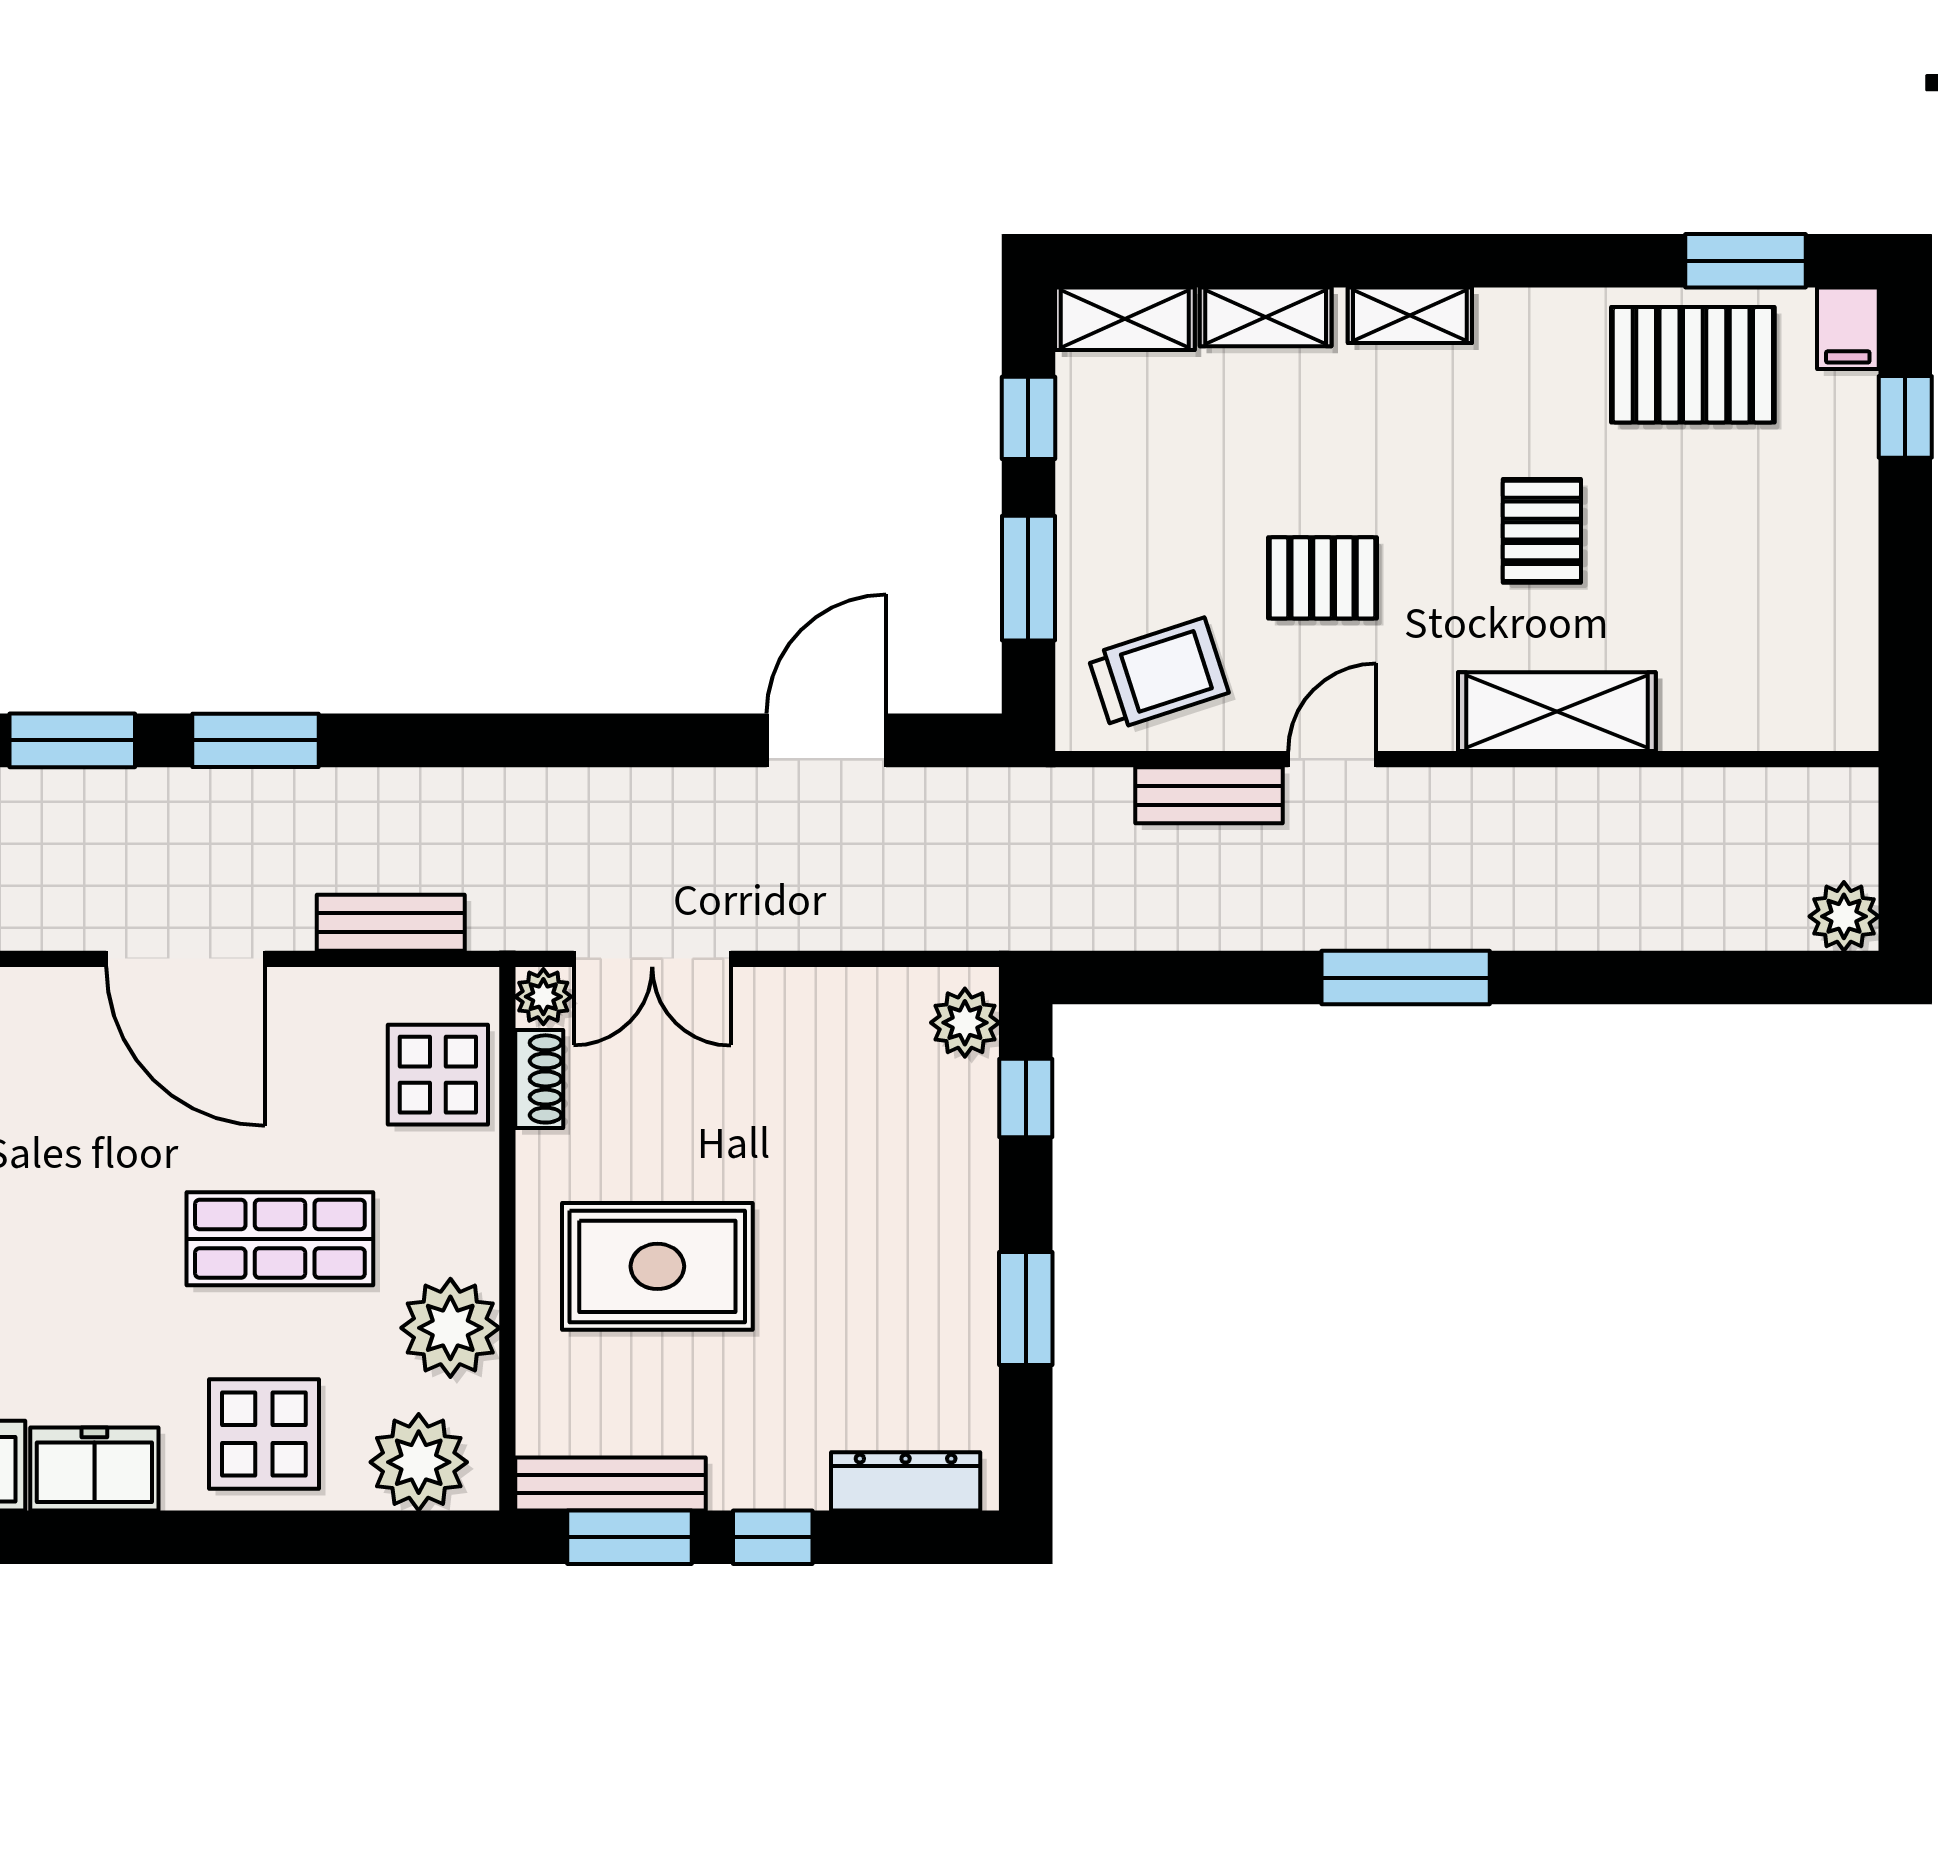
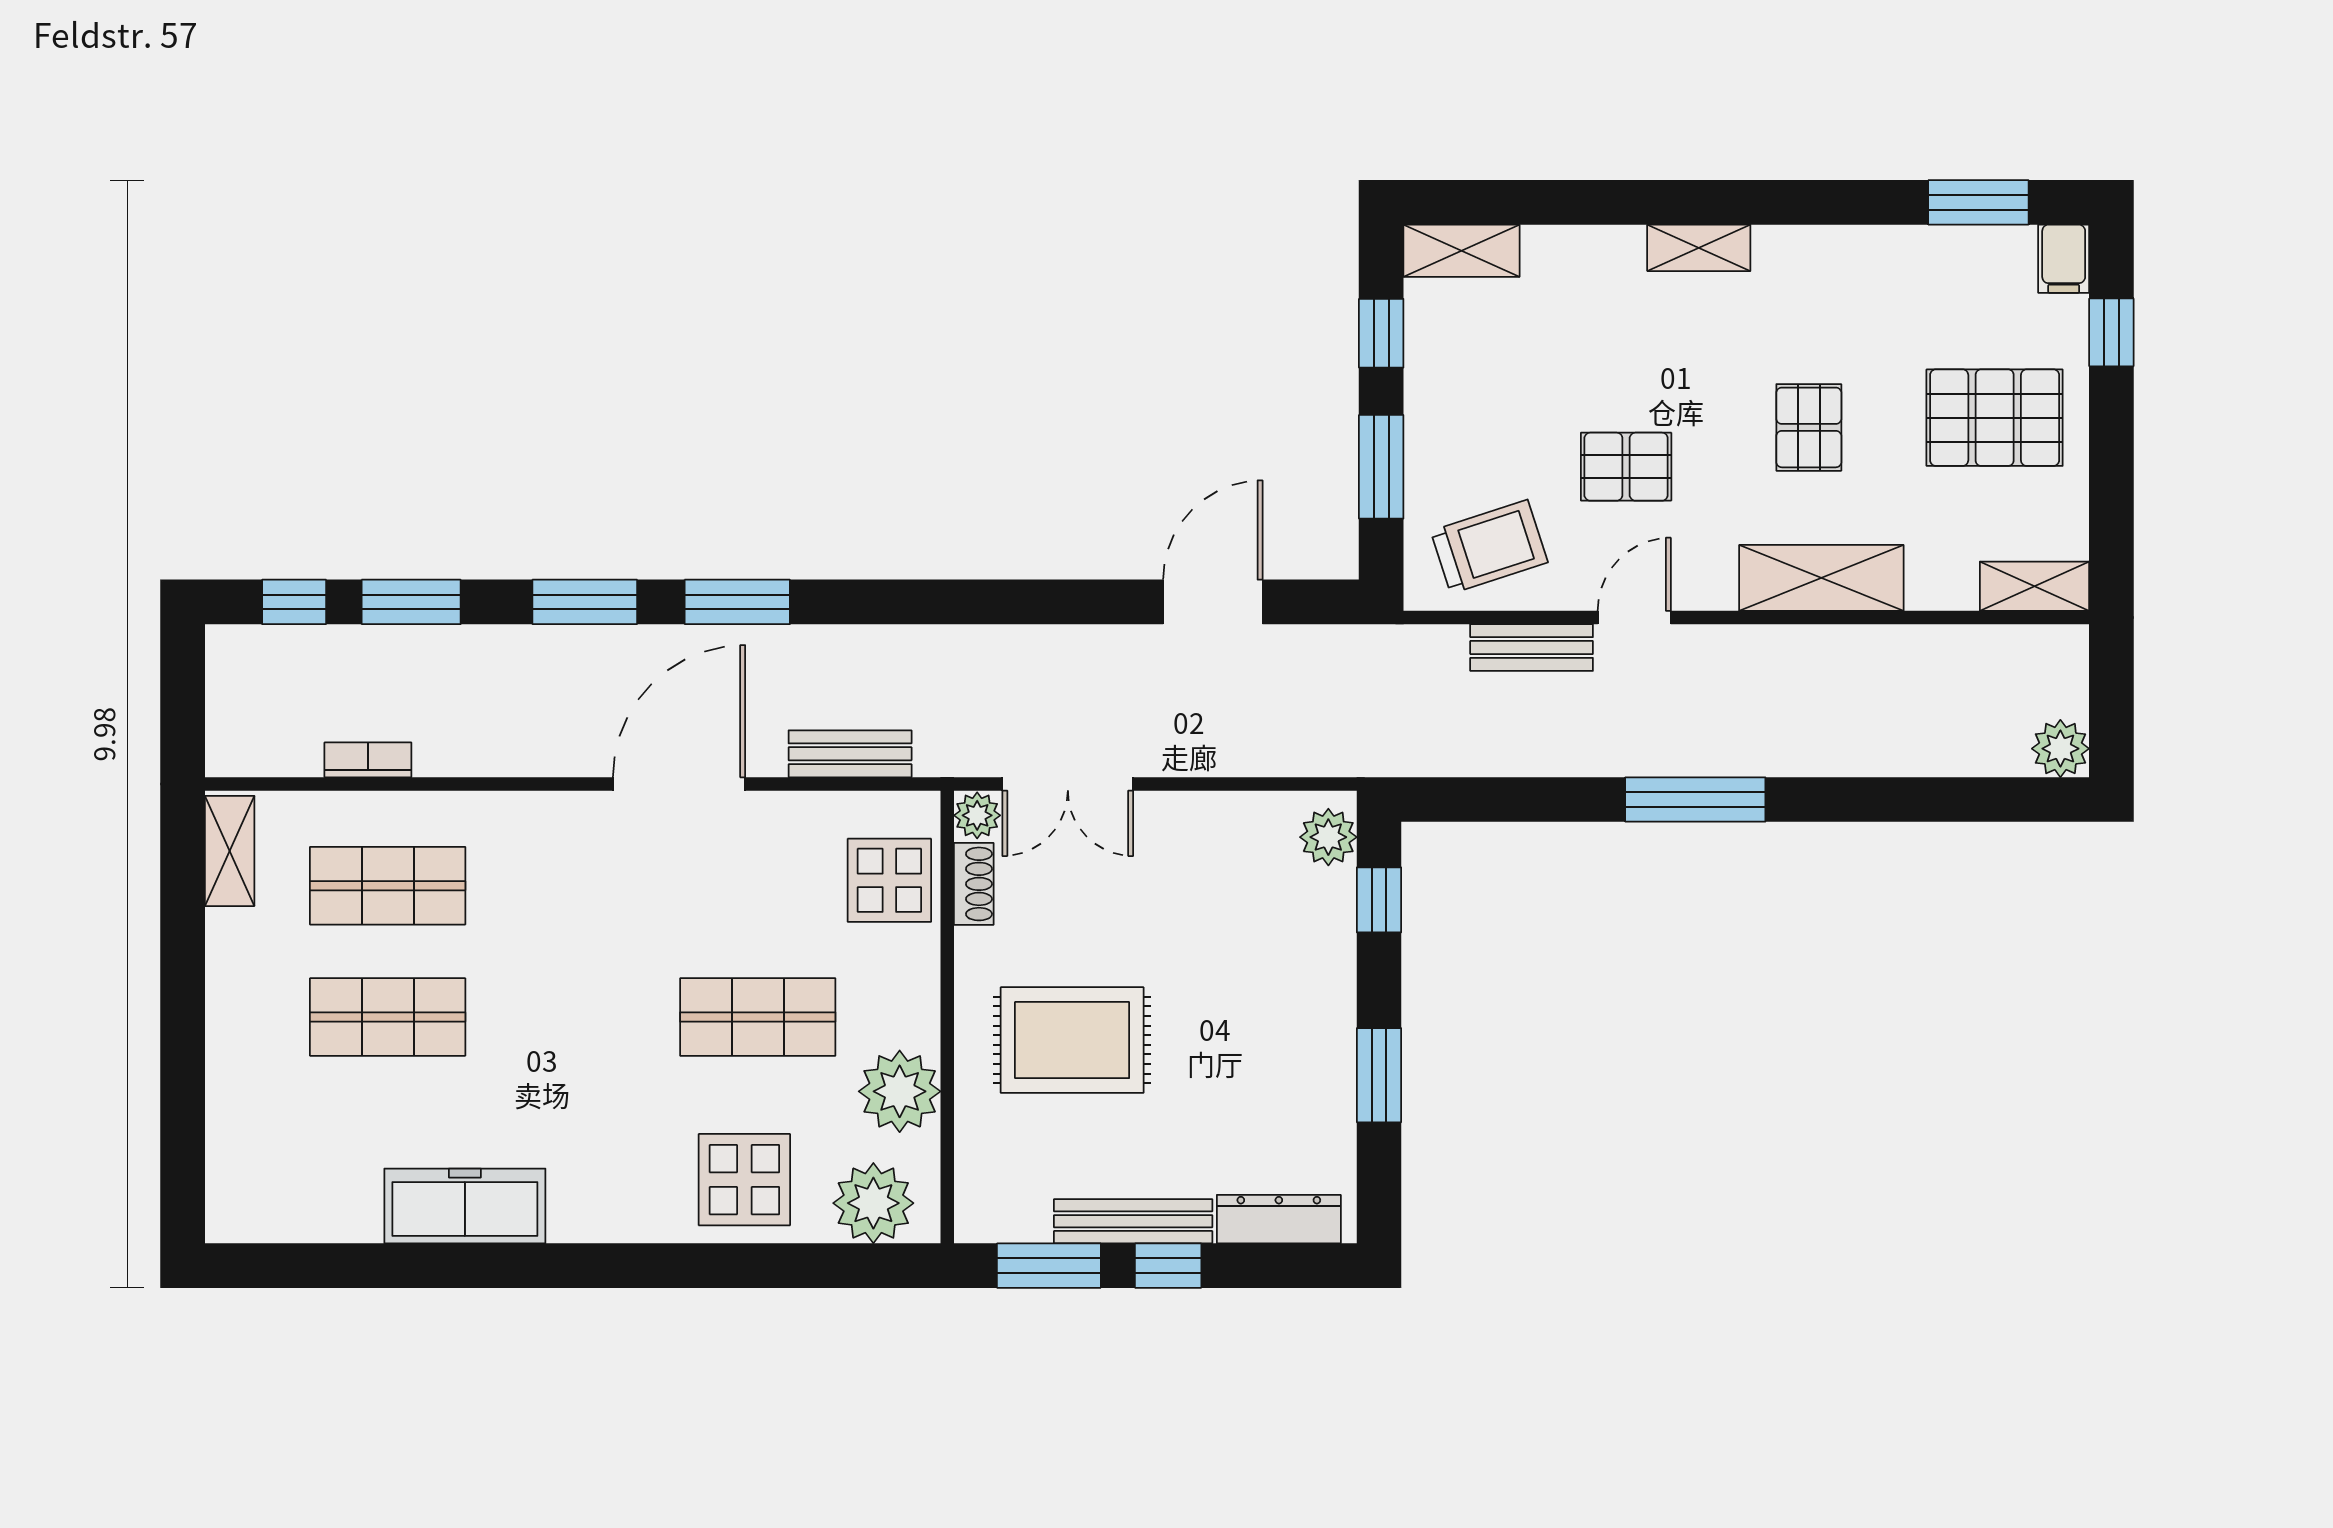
shelving: (1266, 317) -> (2035, 586), moved
pallet: (1693, 365) -> (1995, 418), moved
door: (186, 959) -> (679, 784), swing flipped
freezer: (94, 1469) -> (603, 1209), removed
bench: (611, 1484) -> (1133, 1221), moved

